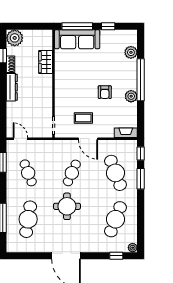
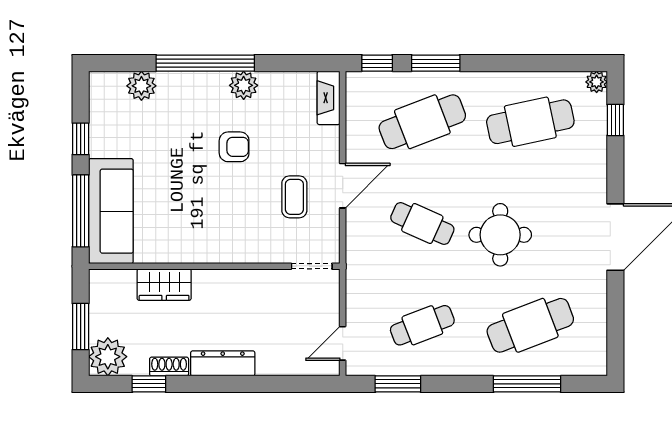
window: (28, 26) -> (81, 327), added
cafe table: (28, 219) -> (530, 325), turned -30
cafe table: (115, 219) -> (530, 122), turned -33

